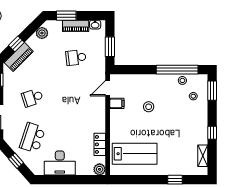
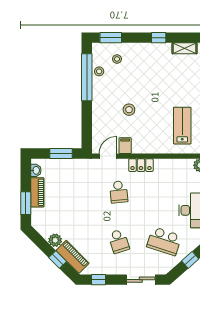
plant: (42, 33) -> (55, 240), moved
school desk: (76, 58) -> (119, 192), moved
door: (108, 88) -> (108, 156), swing flipped
locker: (100, 144) -> (141, 165), moved
lab bench: (135, 154) -> (182, 126), width x0.73, depth x0.72

